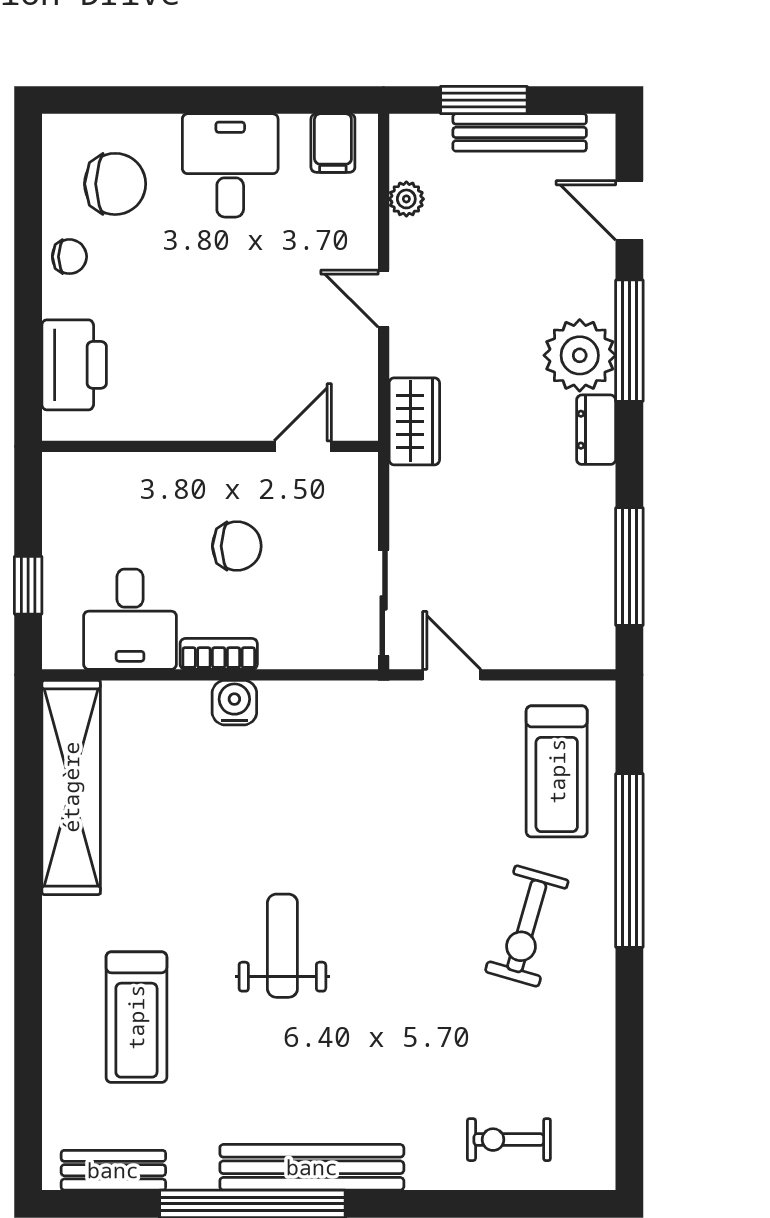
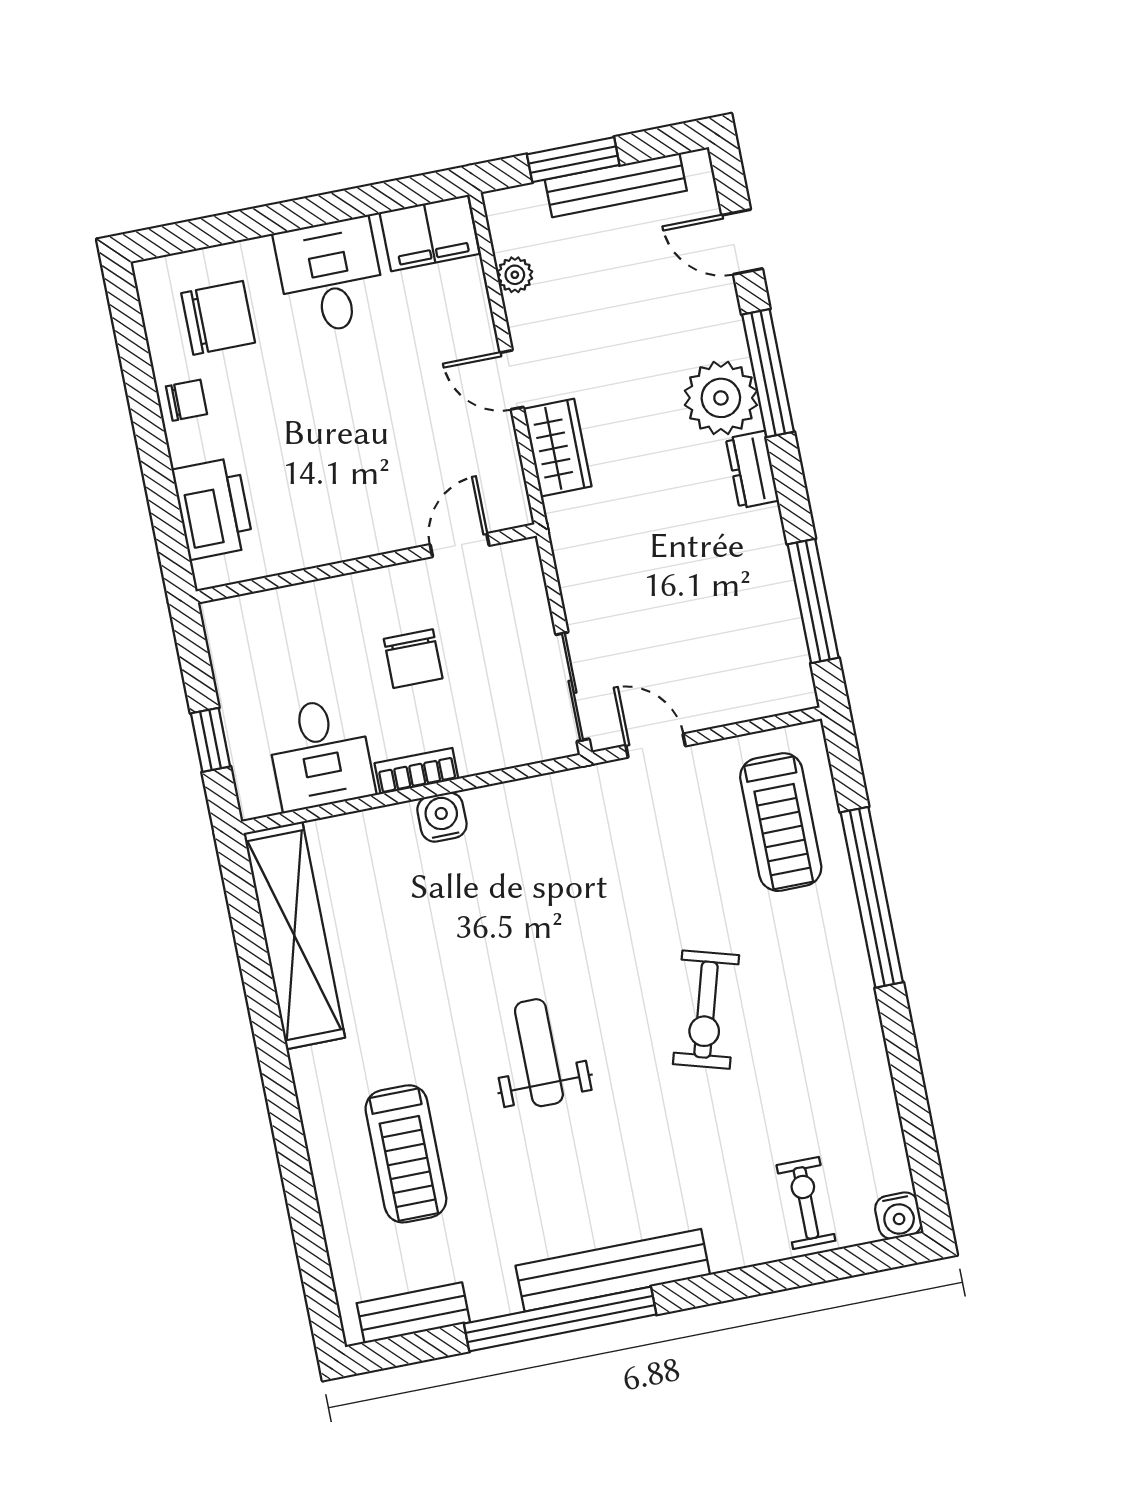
filing cabinet: (333, 143) -> (430, 233), width x2.00
wardrobe: (414, 421) -> (557, 448), moved
chair: (237, 546) -> (413, 659), turned 90
exercise bike: (527, 926) -> (706, 1010), moved
exercise bike: (509, 1140) -> (806, 1203), turned 90
water cooler: (595, 1169) -> (898, 1216), added

